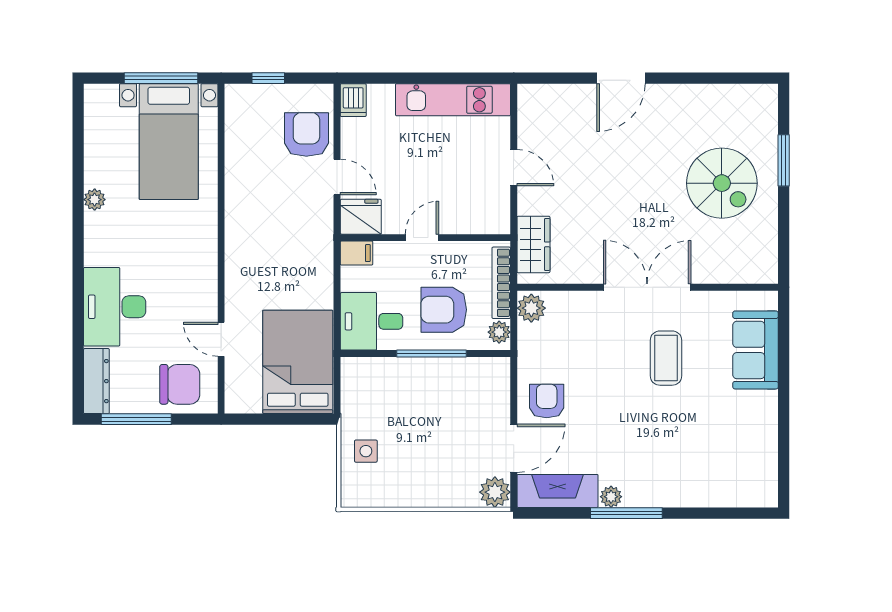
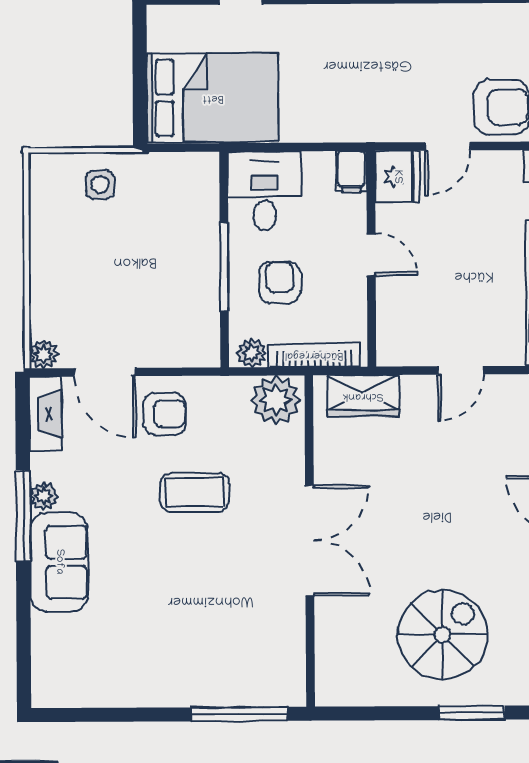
spiral stairs: (722, 183) -> (442, 635), turned 180
plant: (531, 308) -> (276, 400), width x1.36, depth x1.36
armchair: (444, 310) -> (280, 282), width x0.72, depth x0.72
window: (784, 343) -> (240, 714), added
sofa: (756, 350) -> (59, 562), moved, turned 90
coffee table: (666, 358) -> (195, 492), moved
fireplace: (557, 491) -> (46, 414), width x0.73, depth x0.76
plant: (495, 492) -> (43, 354), width x0.73, depth x0.73

